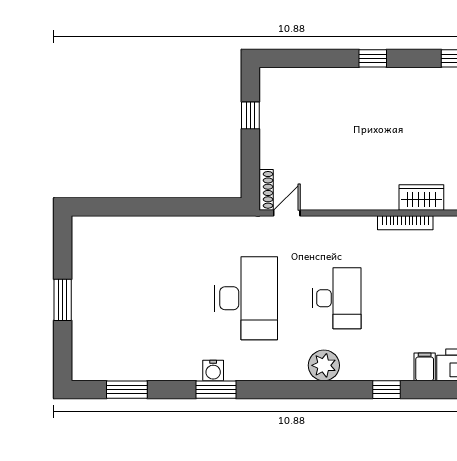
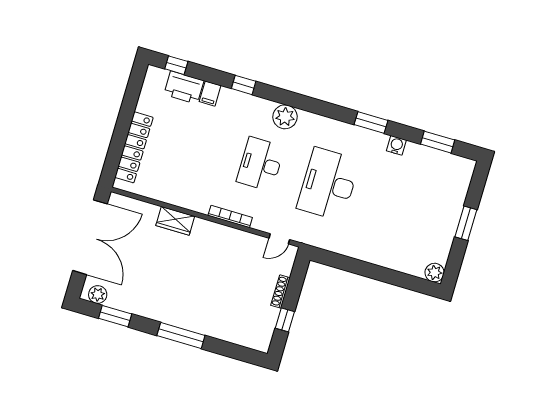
window: (373, 58) -> (181, 335), width x2.17
shoe rack: (266, 190) -> (280, 292), moved
bookcase: (405, 223) -> (230, 216), moved
plant: (83, 228) -> (435, 273), added
water cooler: (213, 371) -> (396, 145), moved

